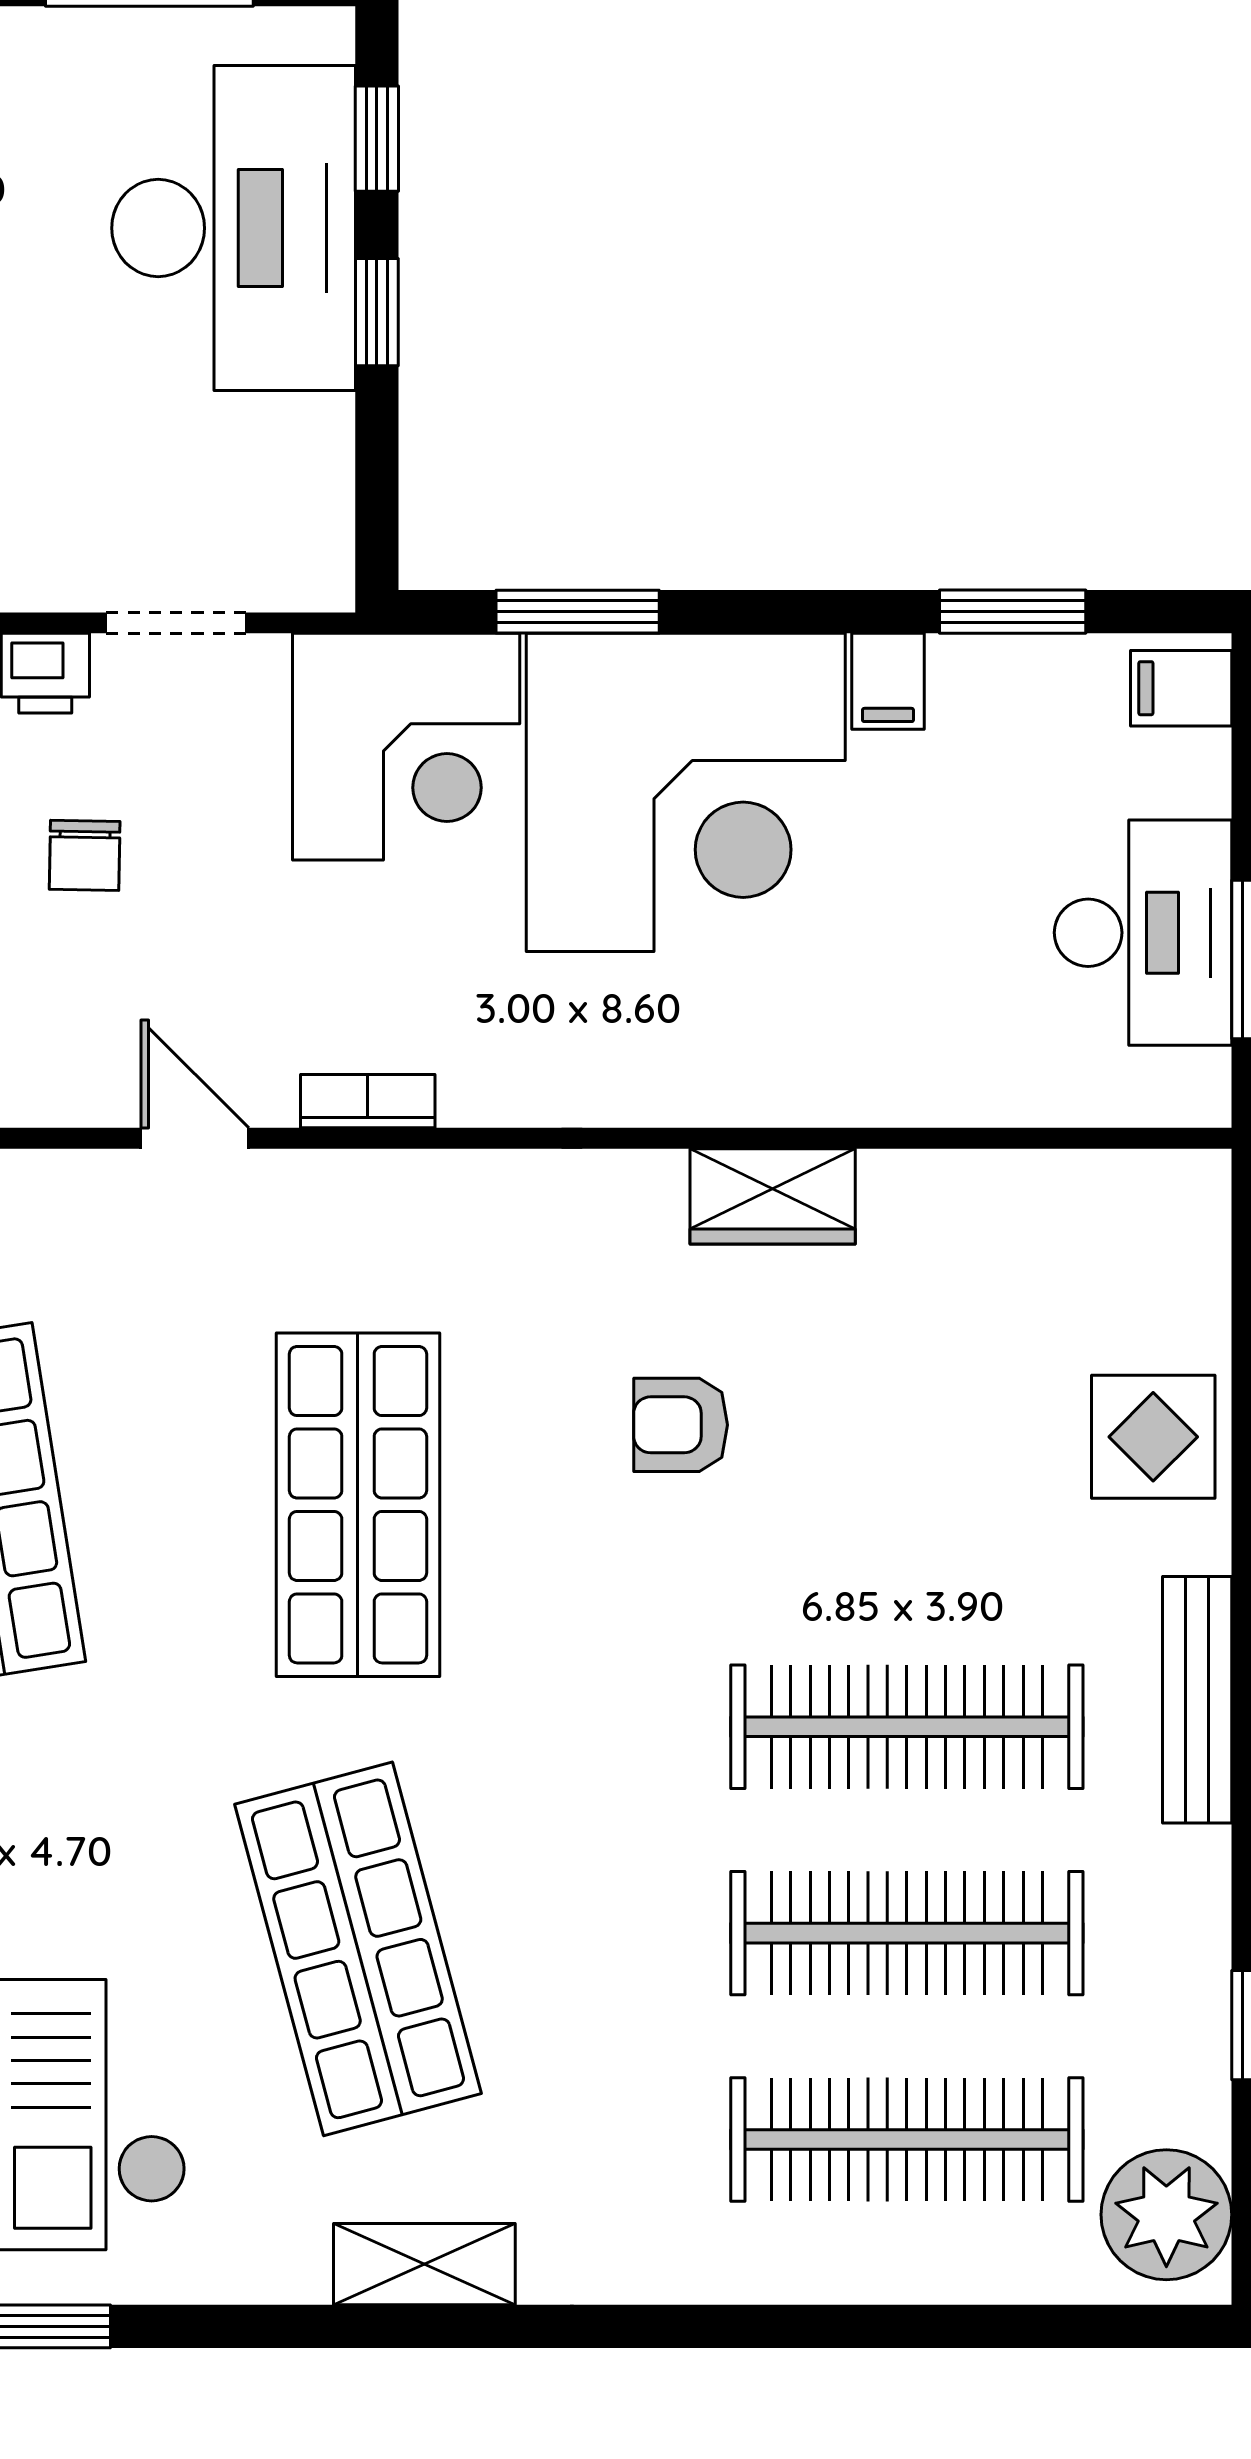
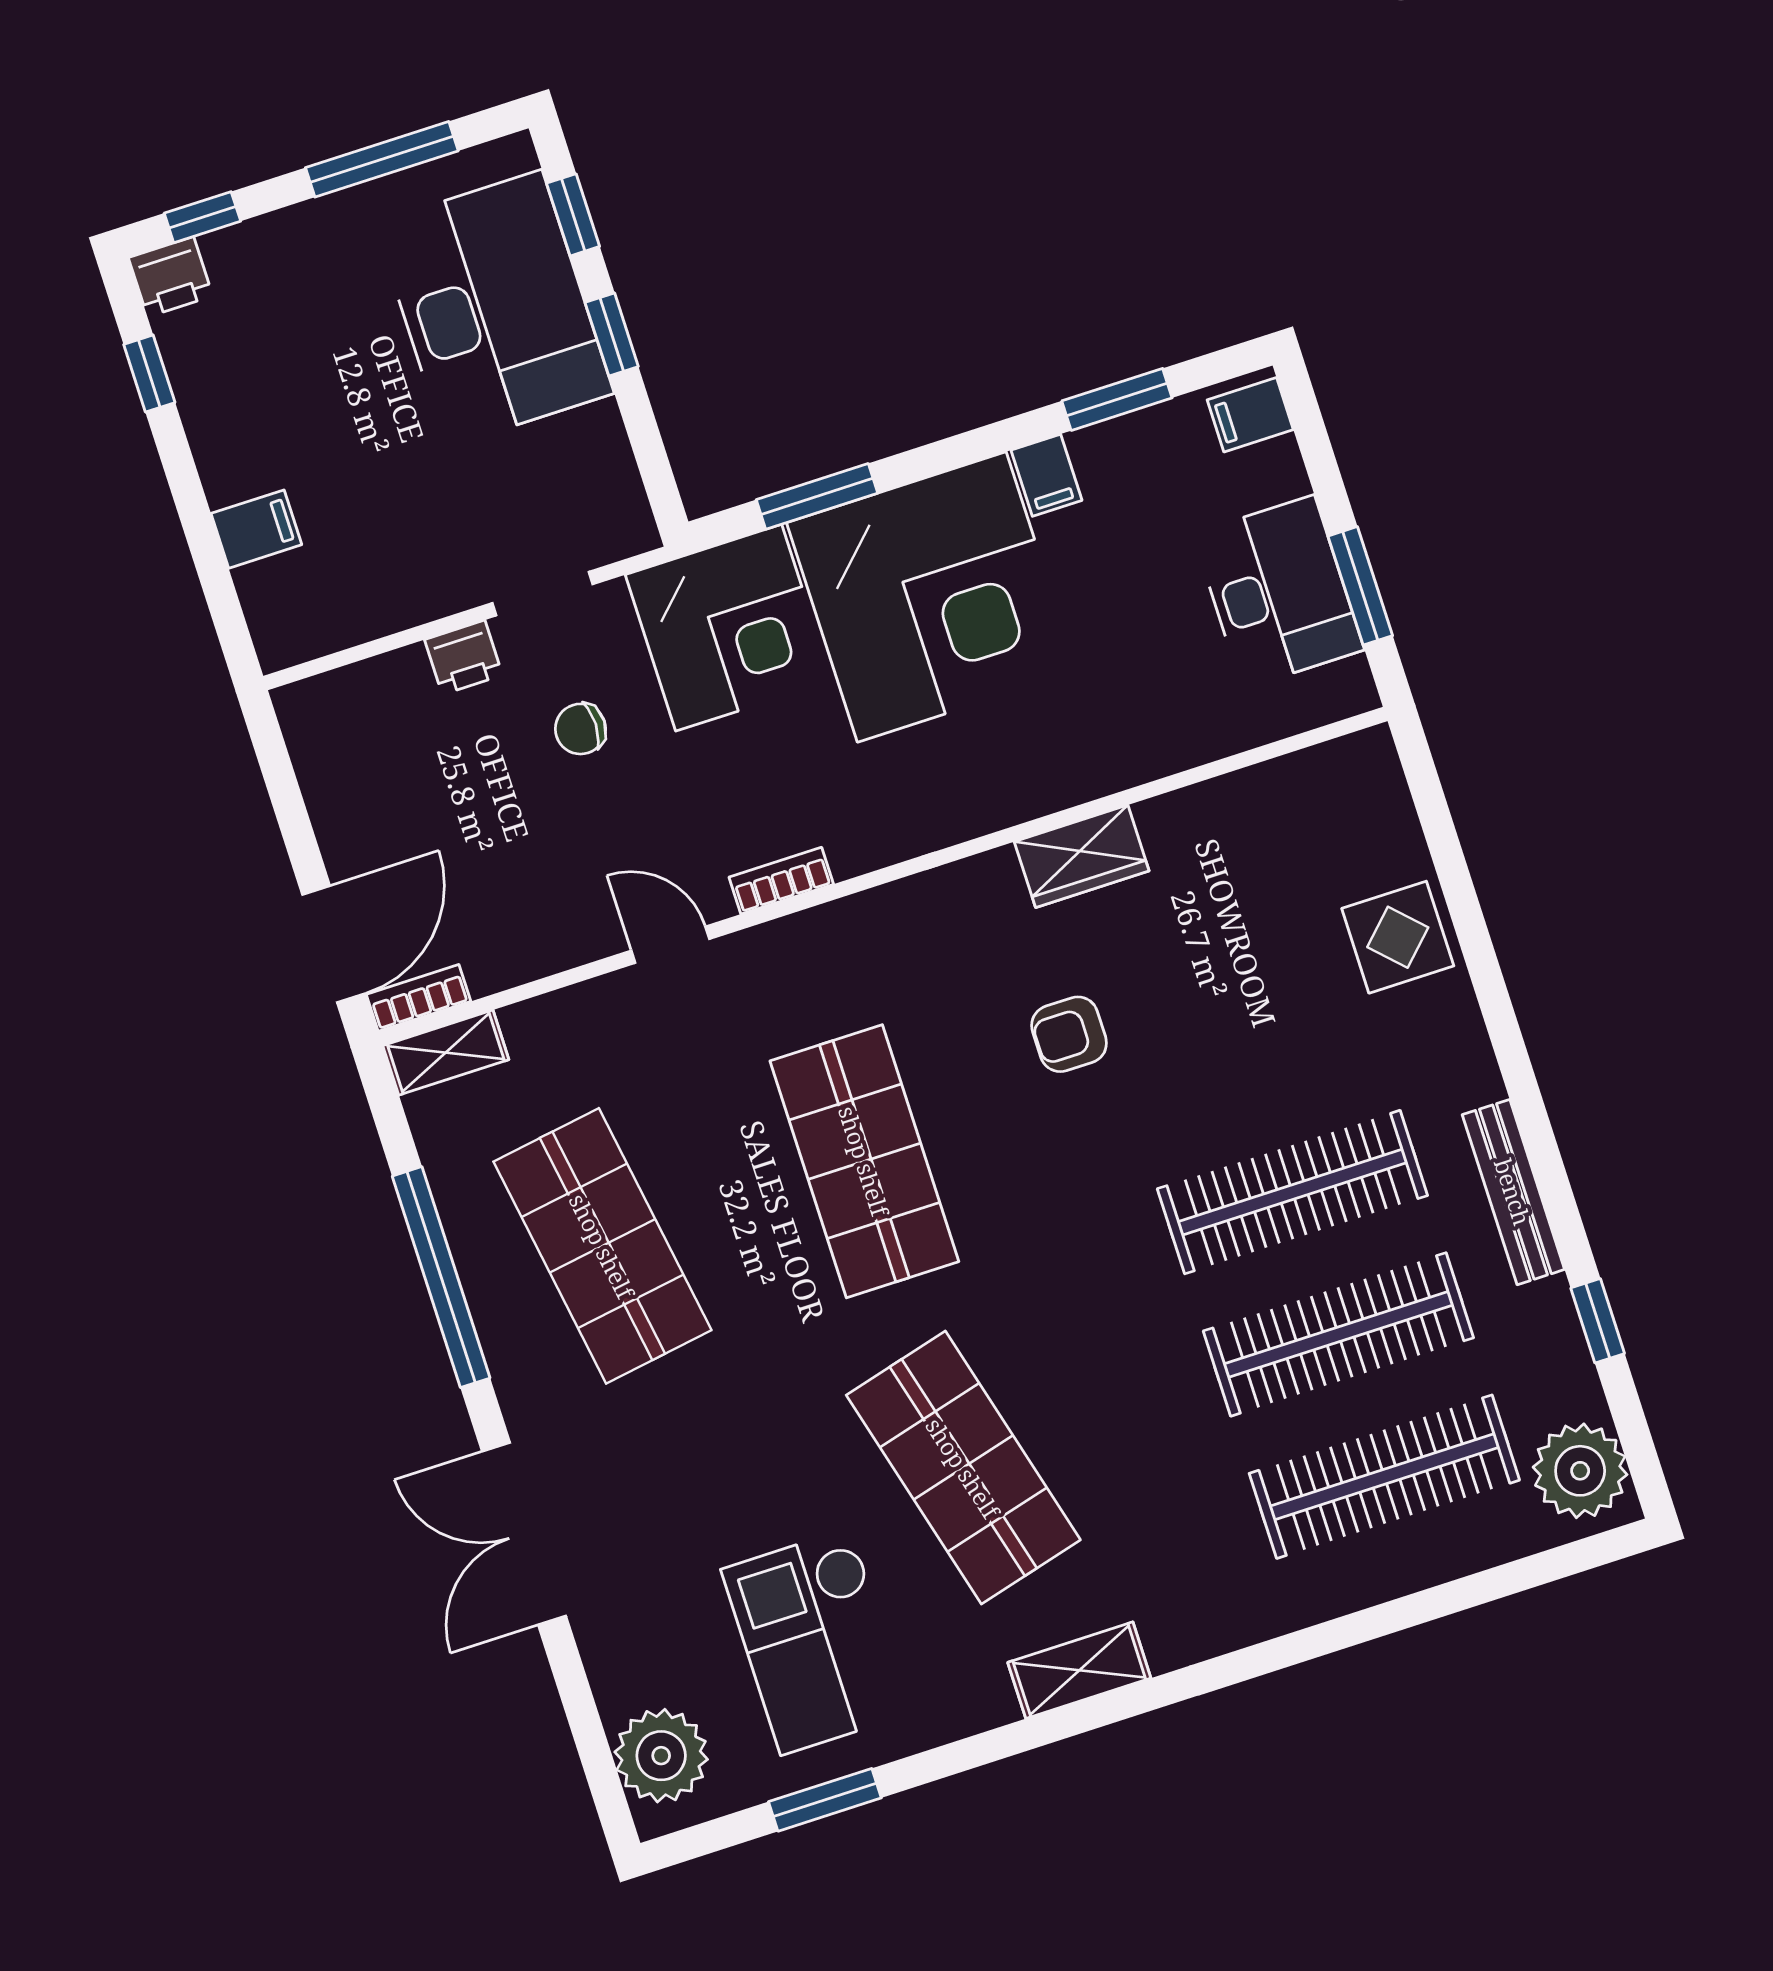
chair: (85, 855) -> (580, 729), moved, turned 89
bench: (1197, 1700) -> (1513, 1192), moved

